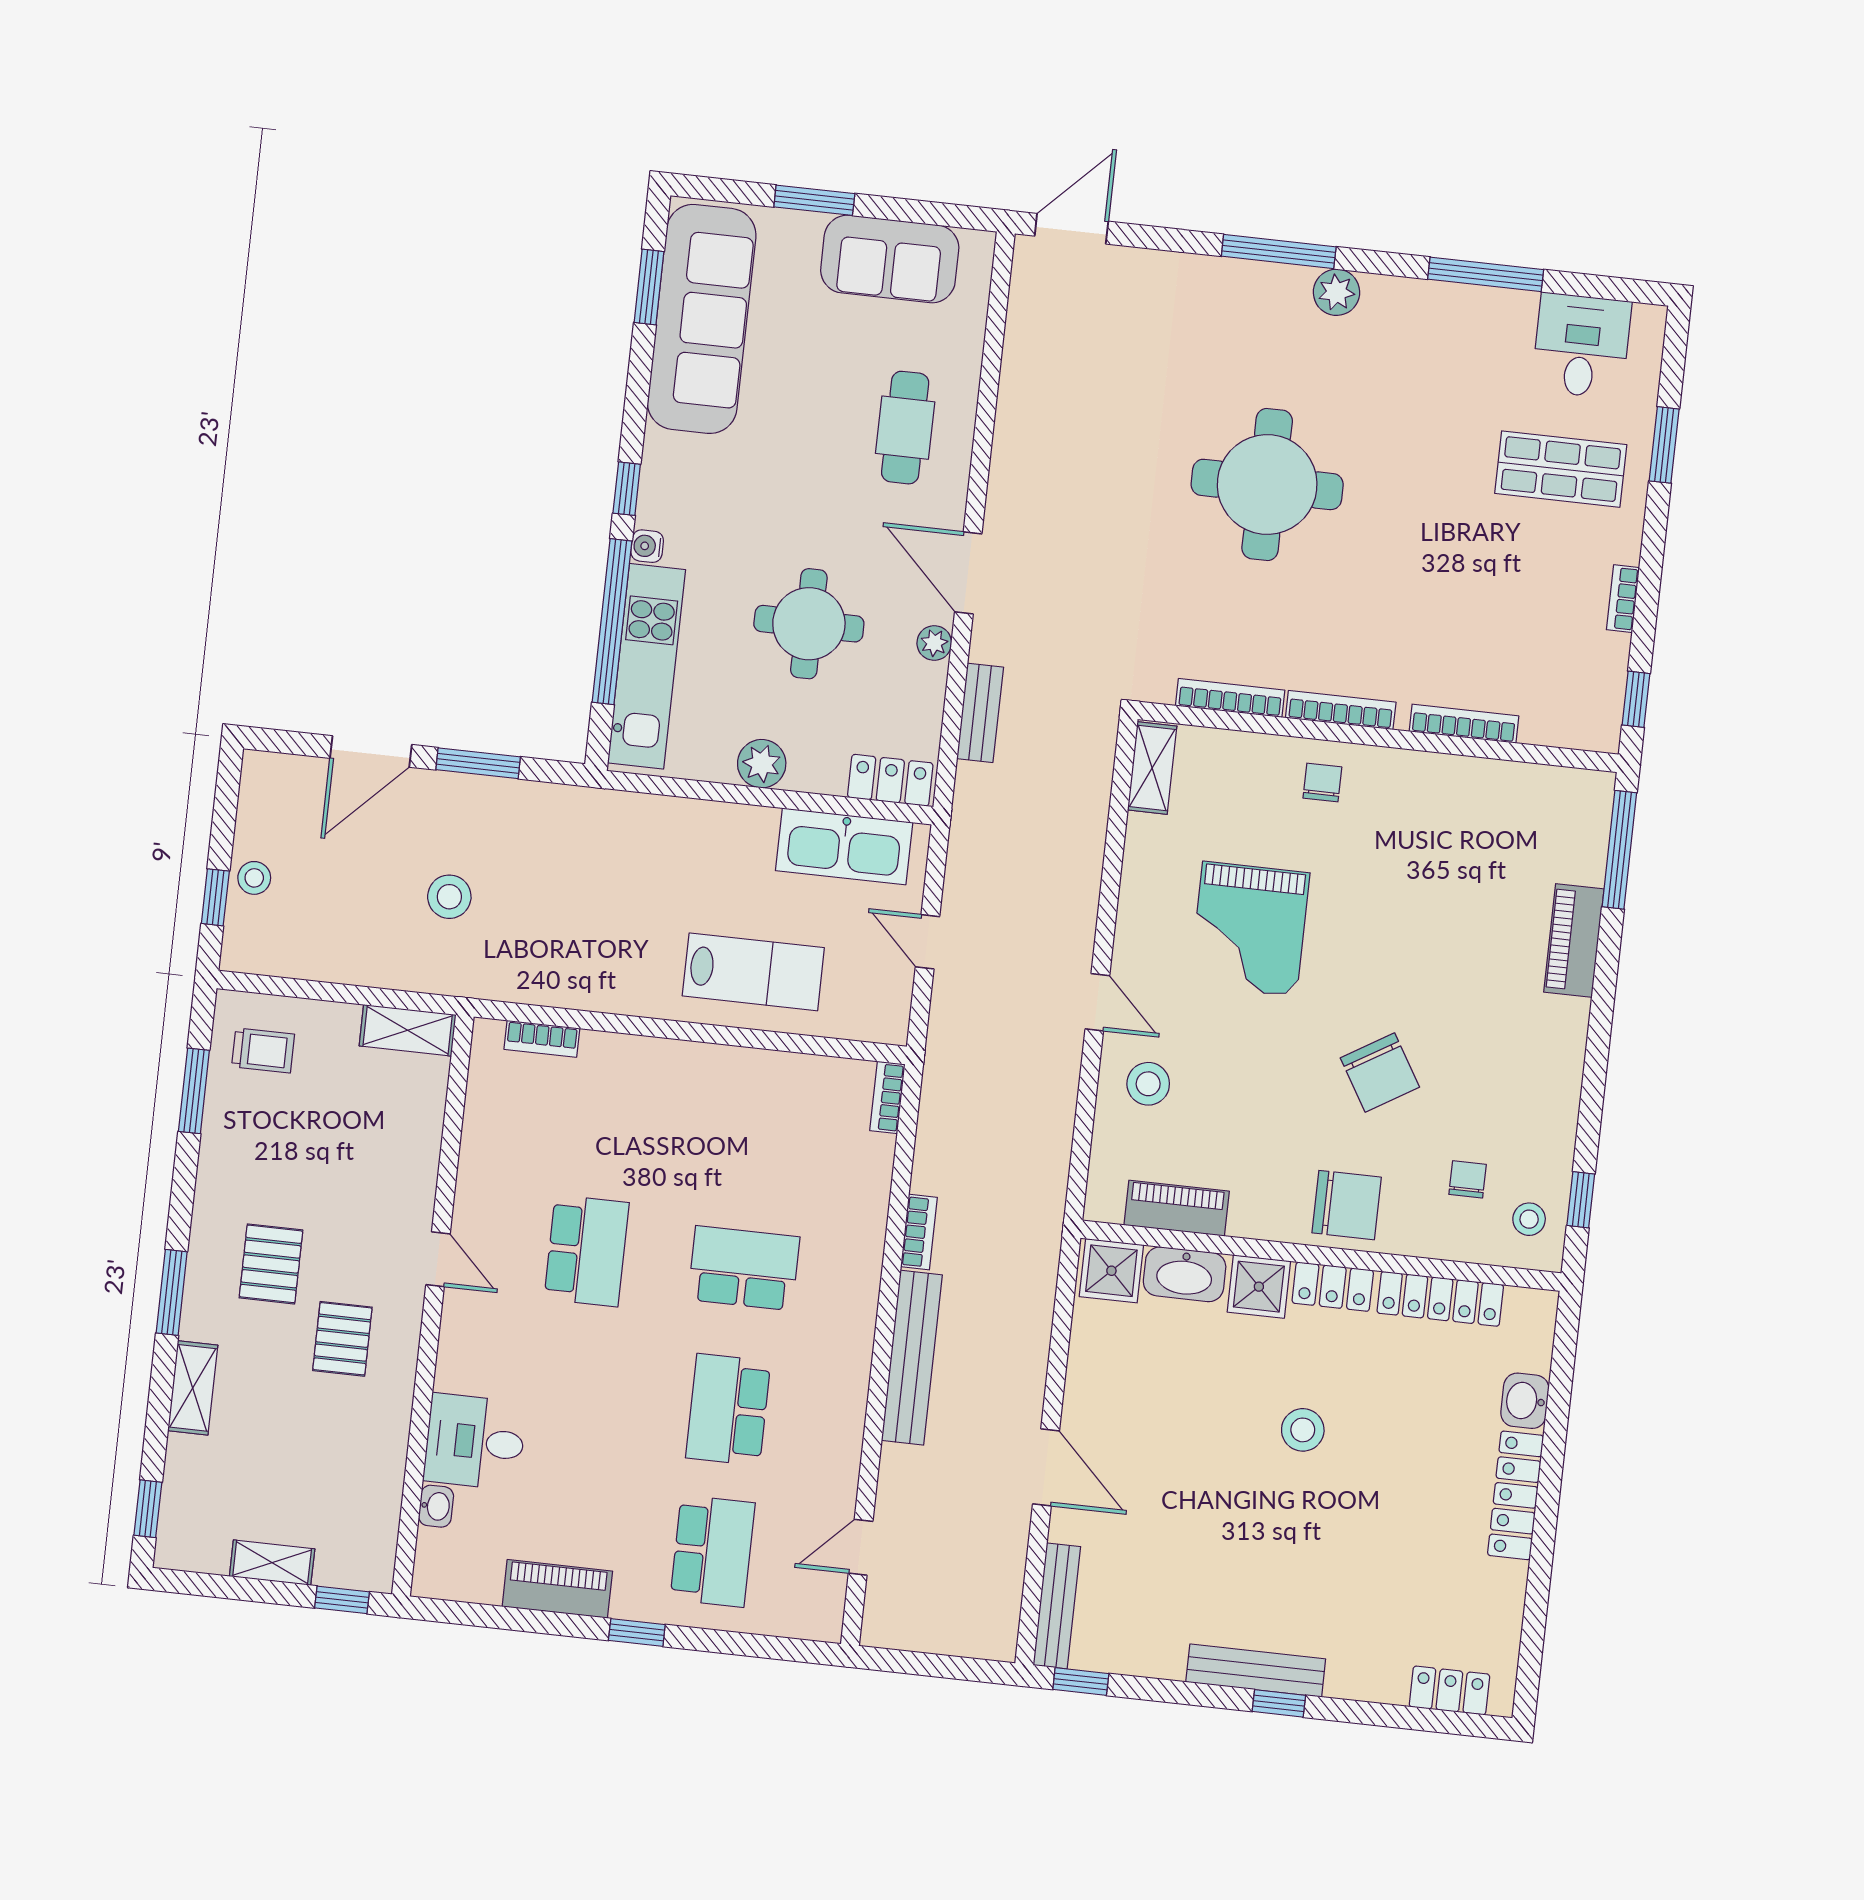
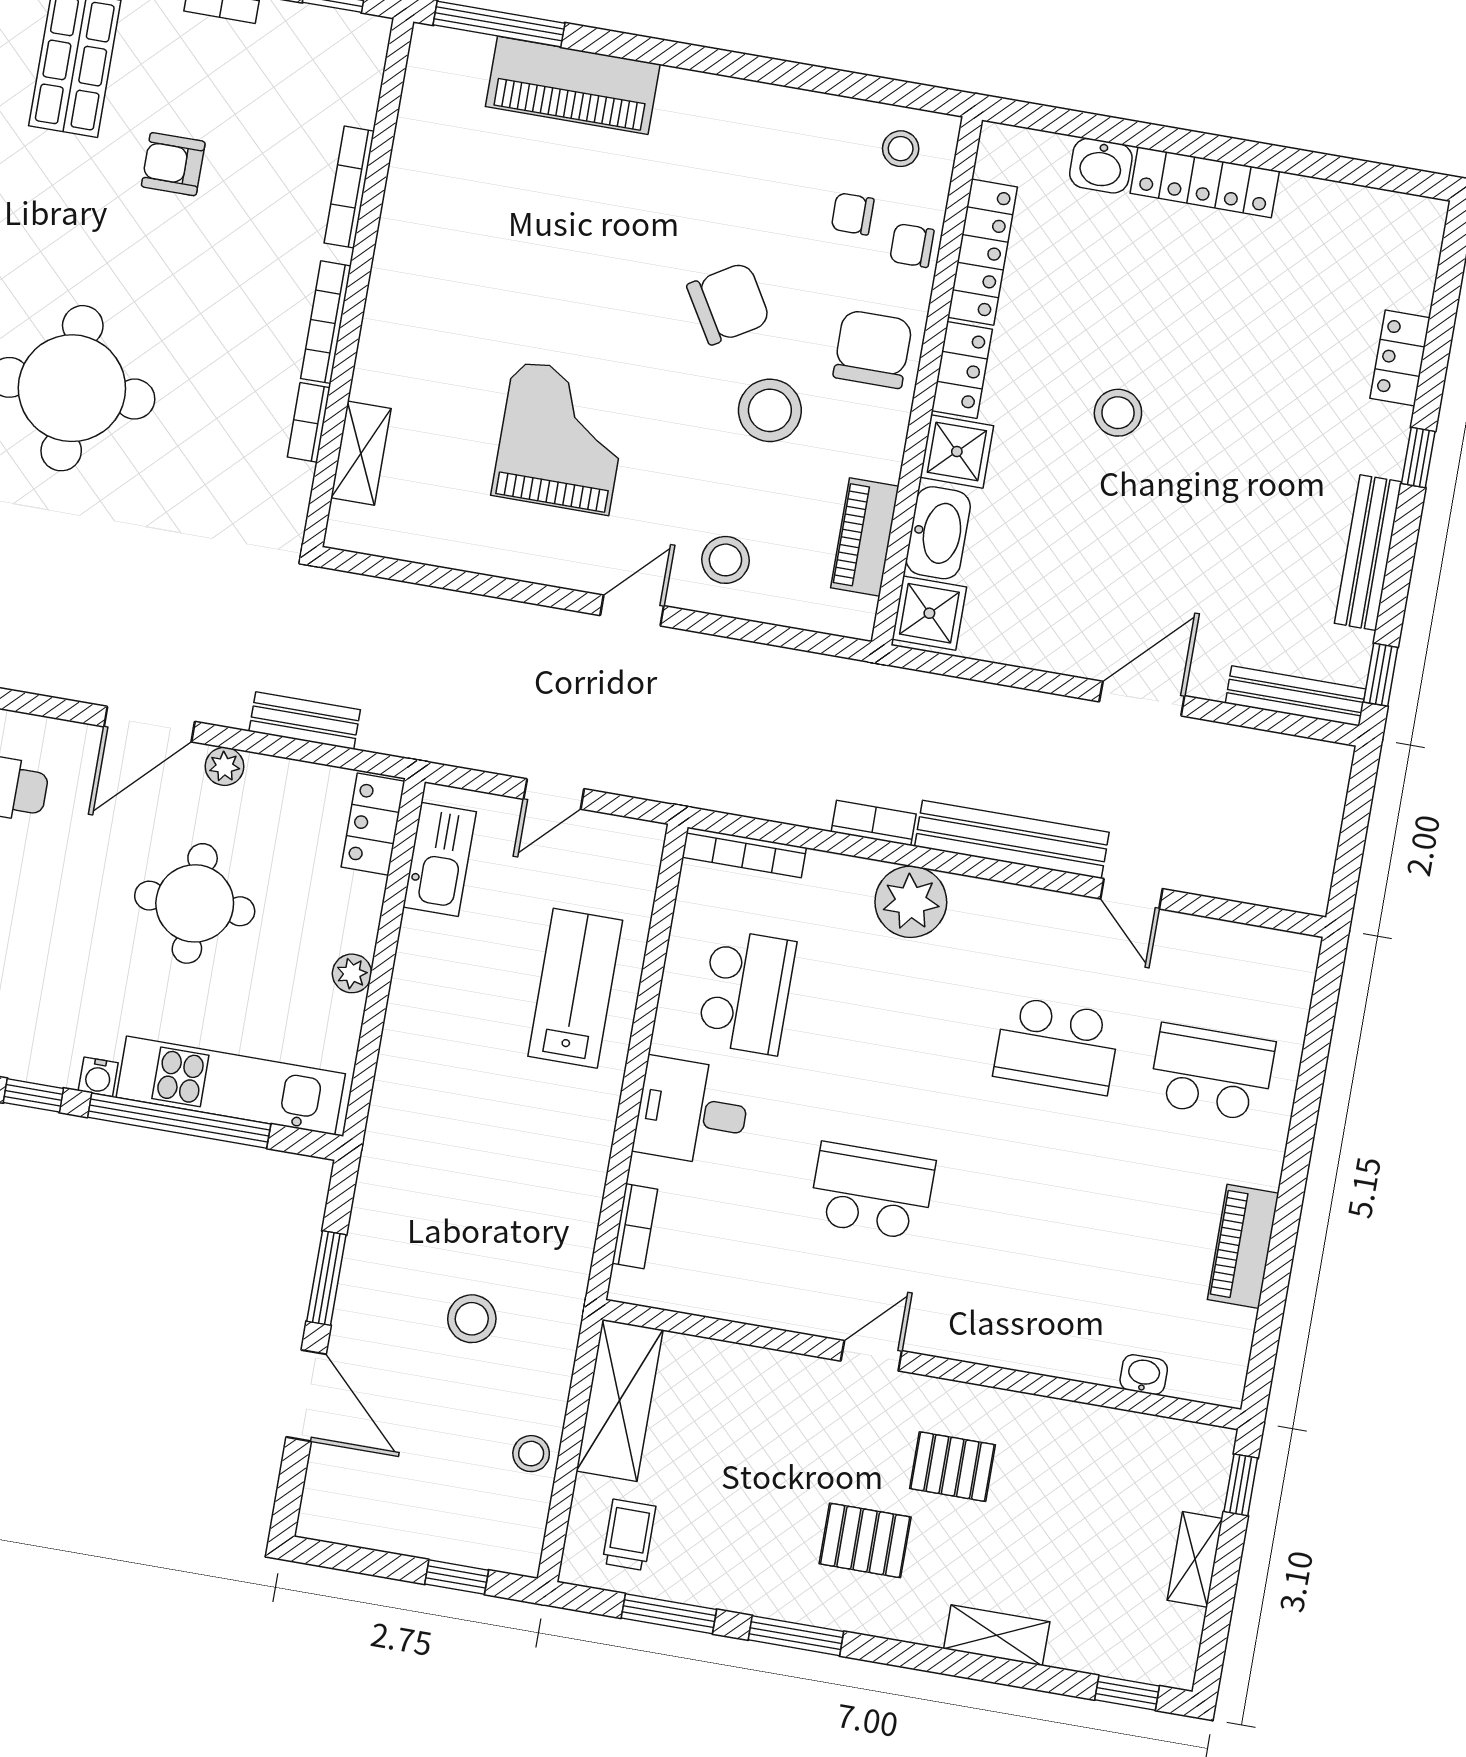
armchair: (1475, 563) -> (173, 164), added
bookcase: (1230, 698) -> (309, 422), width x0.64
plant: (762, 764) -> (352, 973), width x0.73, depth x0.73
shelving: (1152, 768) -> (361, 453), moved, turned 90
chair: (1322, 782) -> (912, 245), moved
kitchen sink: (844, 846) -> (440, 859), width x0.73, depth x0.81
stool: (254, 878) -> (531, 1454), moved
grand piano: (1250, 929) -> (561, 438), turned -90
piano: (1574, 940) -> (573, 85), width x1.37, depth x1.33
shelving: (408, 1030) -> (620, 1400), width x1.50, depth x1.33
bookcase: (887, 1097) -> (744, 852), width x1.56
stool: (1286, 1116) -> (770, 410), added
window: (1581, 1200) -> (883, 90), removed
school desk: (744, 1268) -> (747, 992), moved, turned 180
plant: (850, 1270) -> (911, 902), added
window: (172, 1292) -> (796, 1636), moved
desk: (475, 1442) -> (692, 1112), moved, turned 90
door: (861, 1547) -> (1131, 894), moved
window: (637, 1632) -> (1297, 1162), removed
bench: (1256, 1671) -> (1368, 553), moved
locker: (1449, 1690) -> (1400, 358), moved

